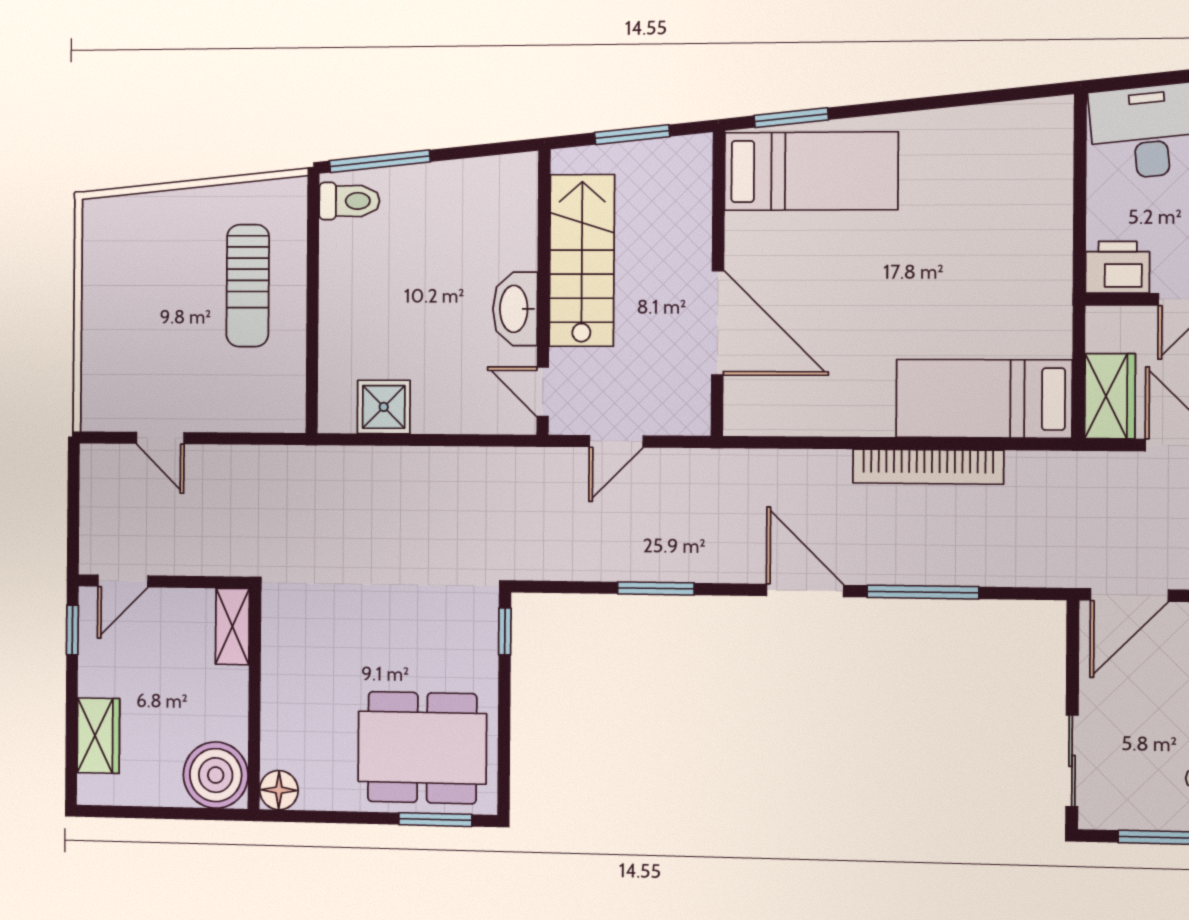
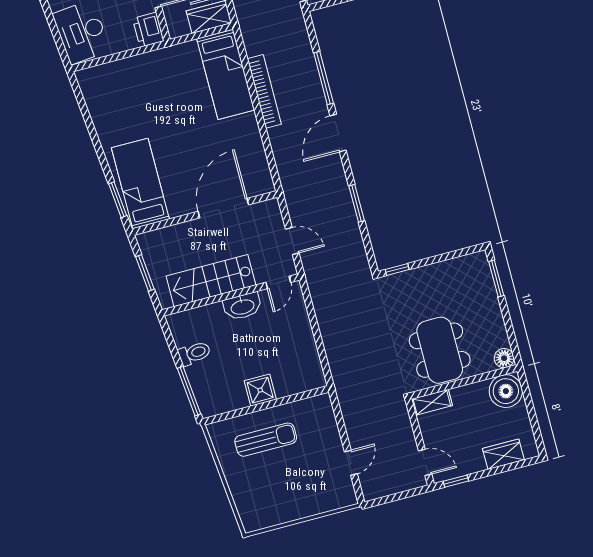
toilet: (349, 201) -> (194, 353), moved, turned 84
shower: (384, 407) -> (260, 390), moved
dining table: (422, 748) -> (440, 350), moved

